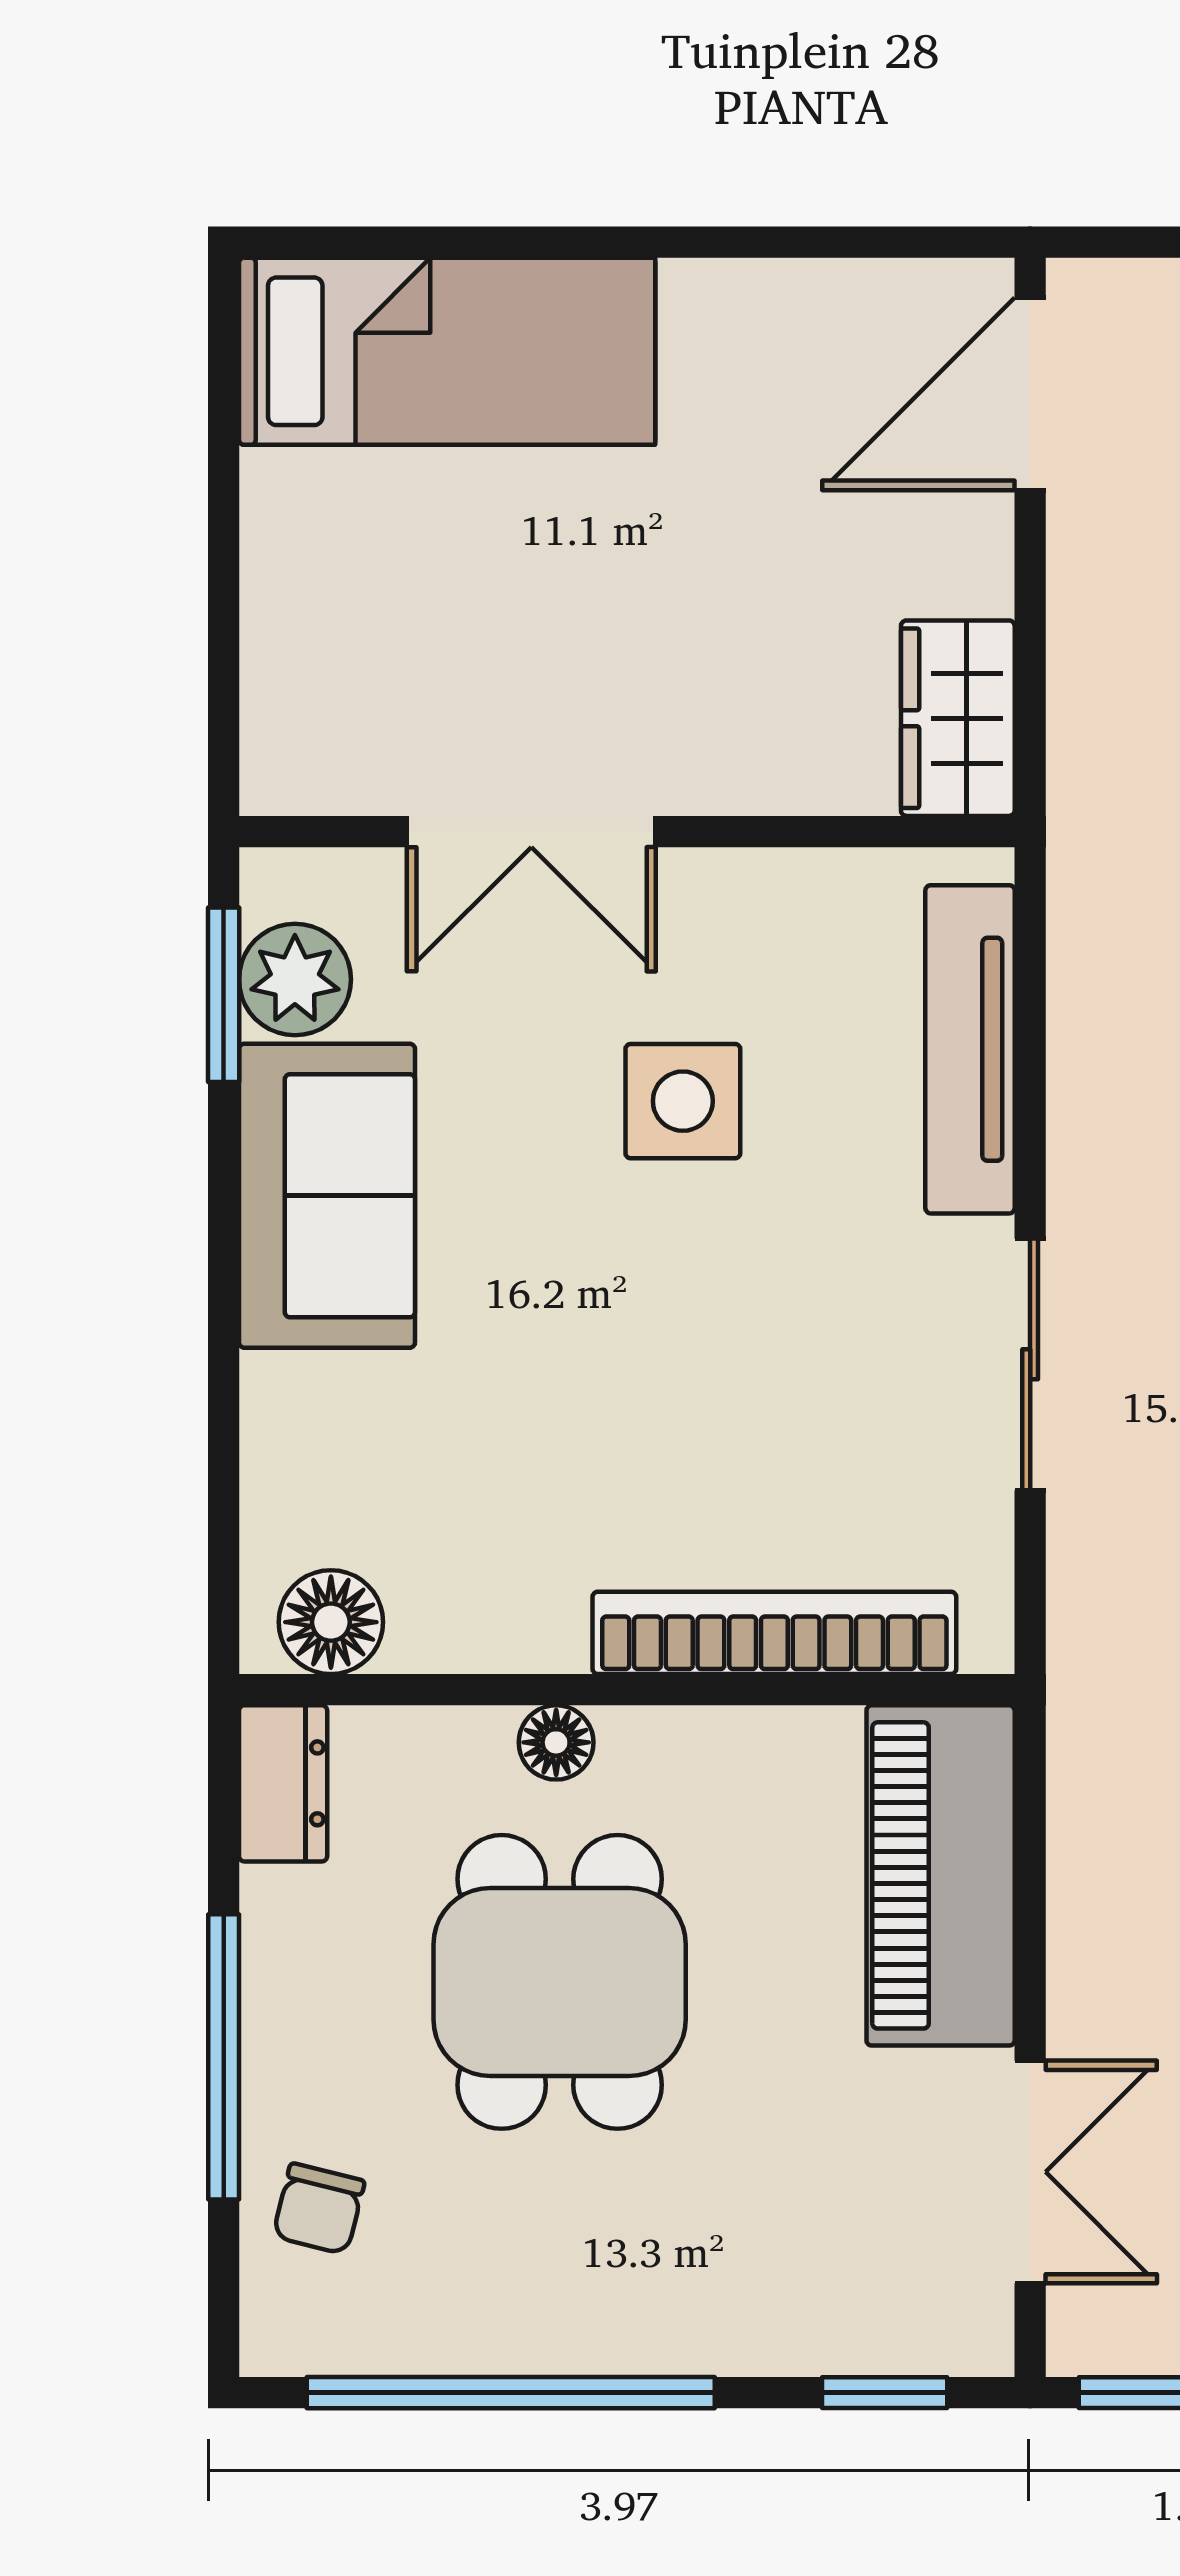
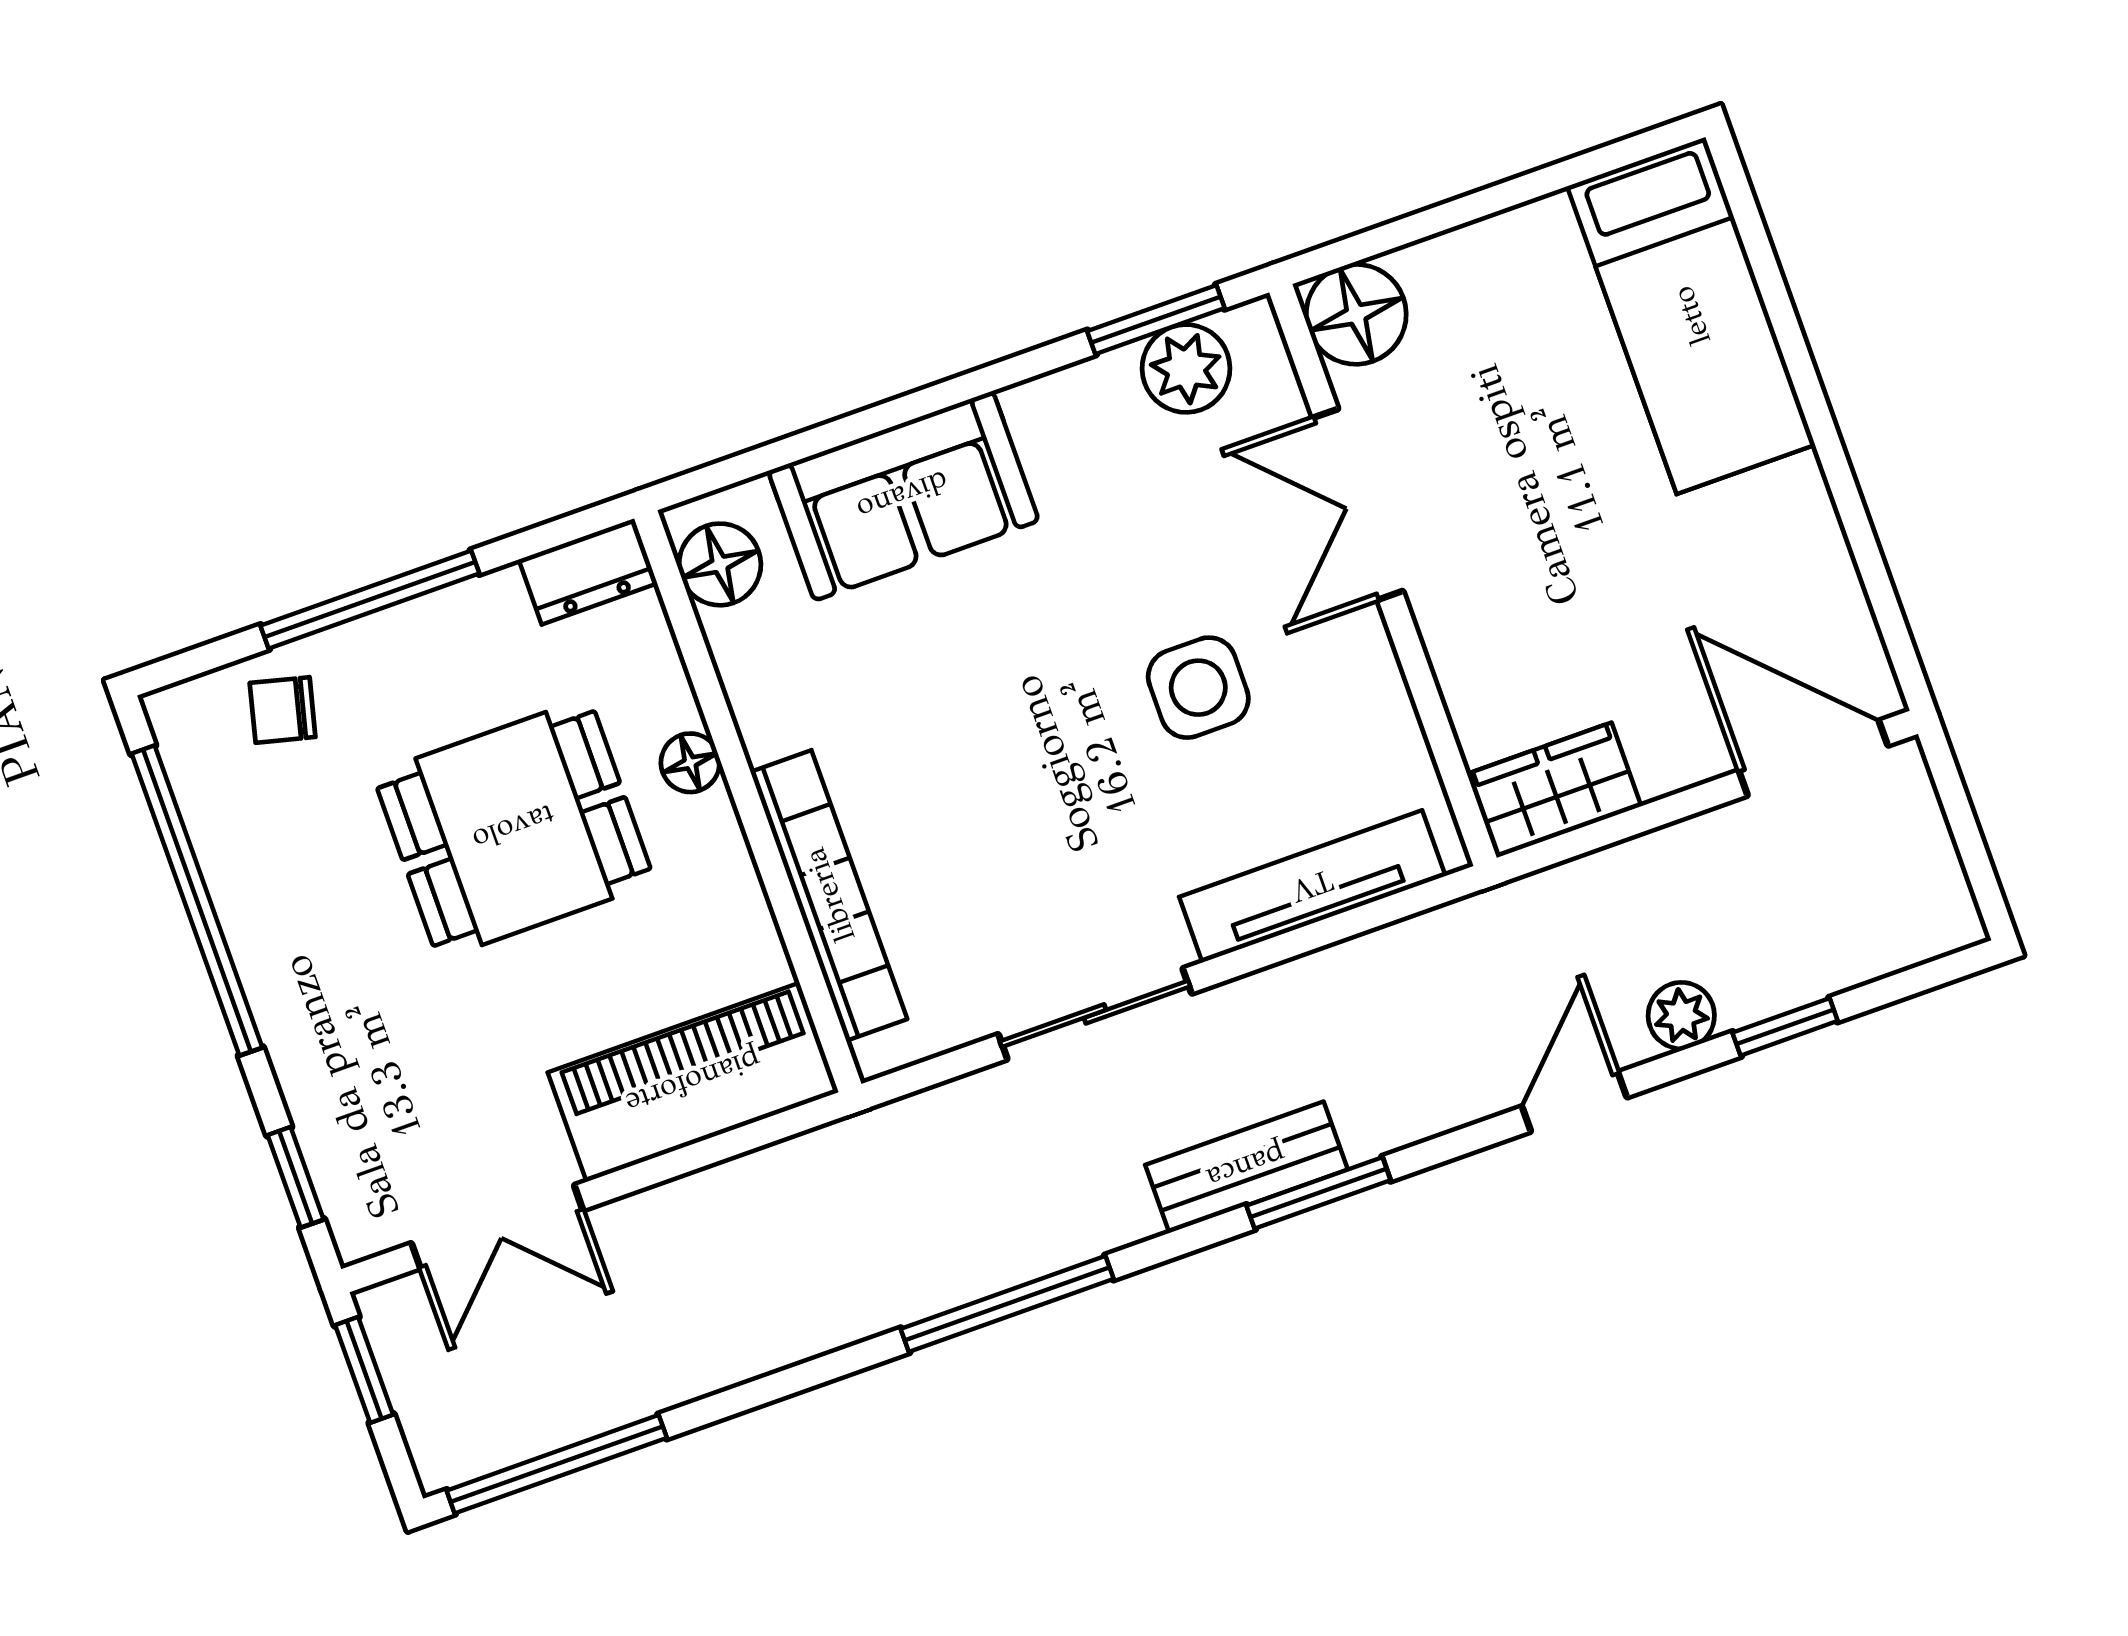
floor lamp: (303, 752) -> (1356, 314), added
sofa: (327, 1196) -> (903, 496), moved

